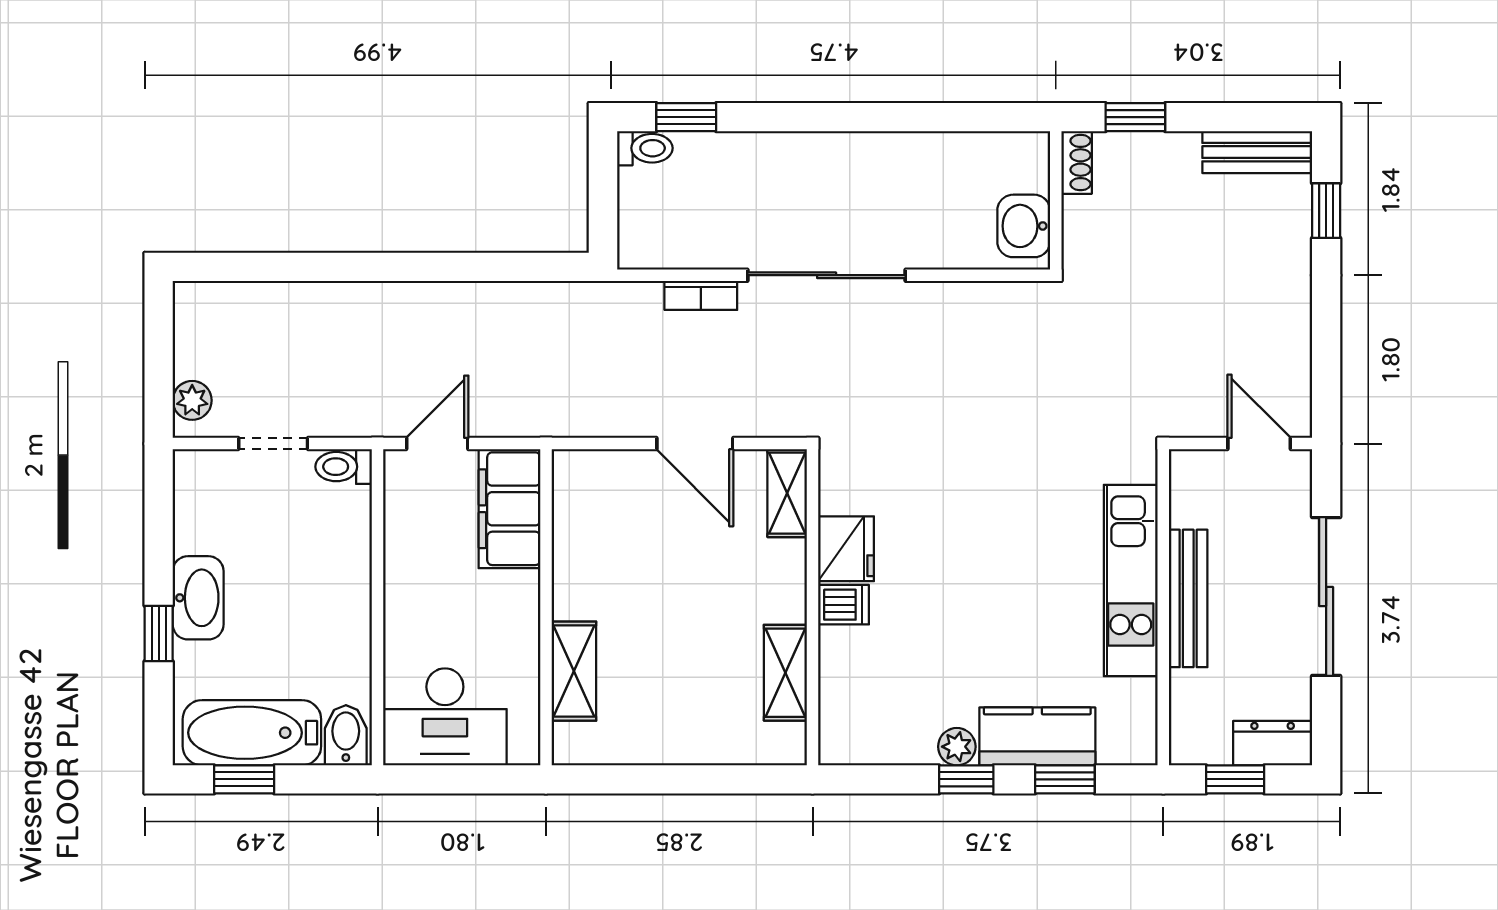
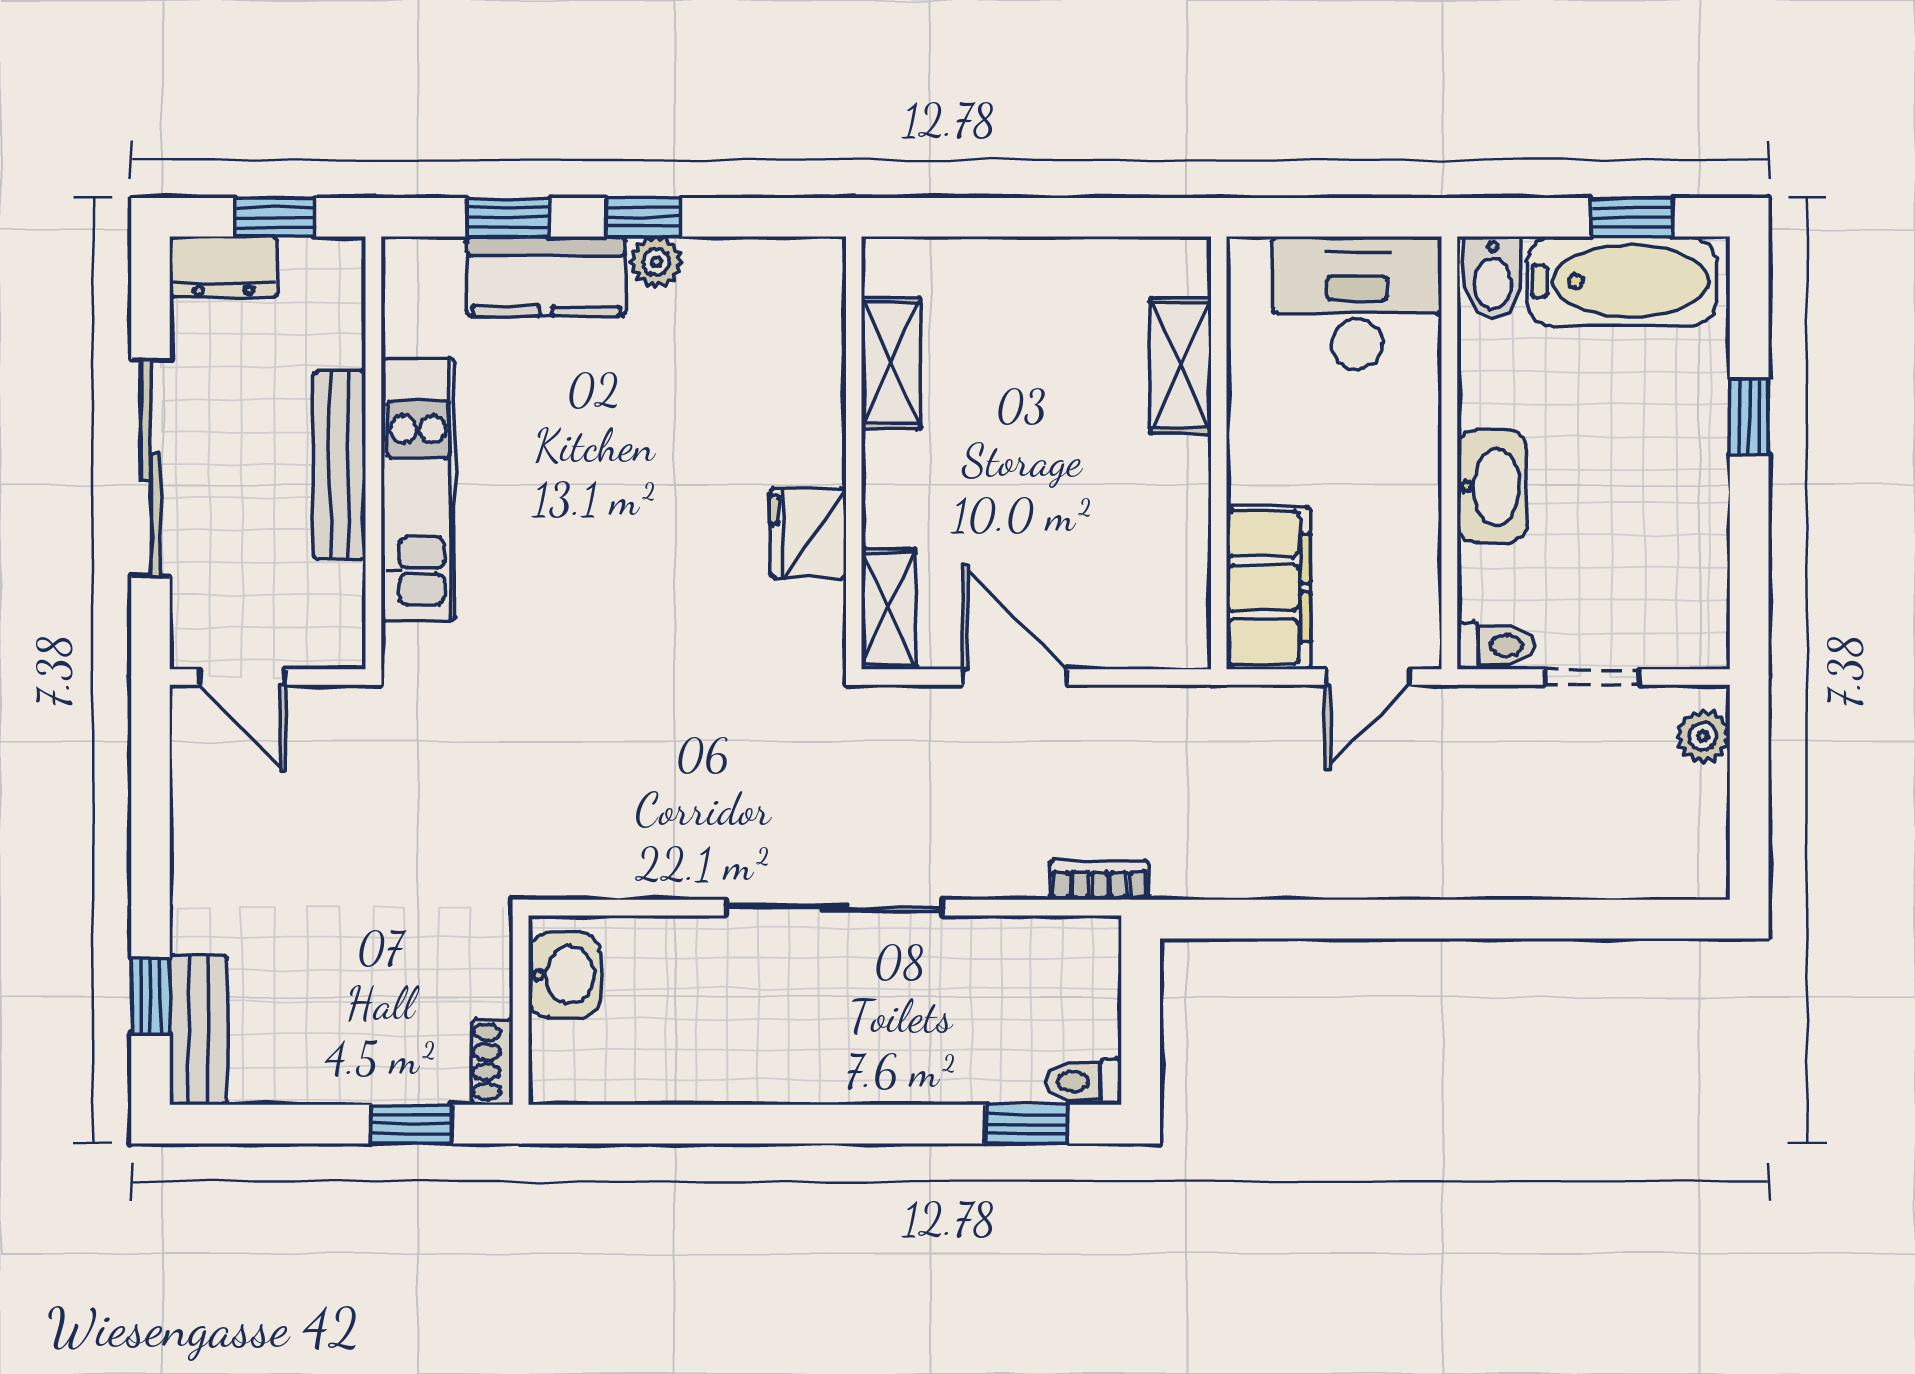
bench: (1257, 152) -> (198, 1030), moved, turned 90
bookcase: (701, 295) -> (1100, 880), moved
washbasin: (198, 598) -> (1492, 486), moved, turned 180
dishwasher: (844, 605) -> (811, 457), removed

